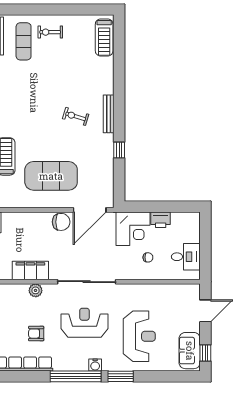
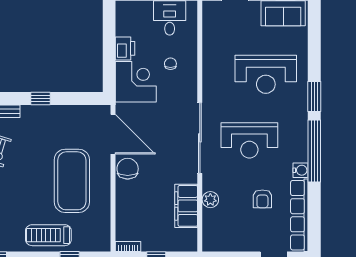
reception desk: (84, 323) -> (249, 140), turned -90
reception desk: (139, 336) -> (266, 74), turned 180
water cooler: (95, 365) -> (301, 170), moved

